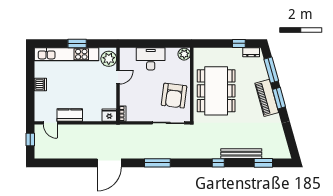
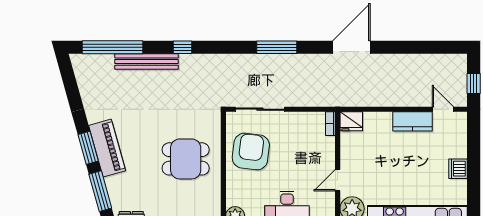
dining table: (216, 91) -> (186, 159), width x0.53, depth x0.80
window: (263, 163) -> (112, 47), width x2.11

